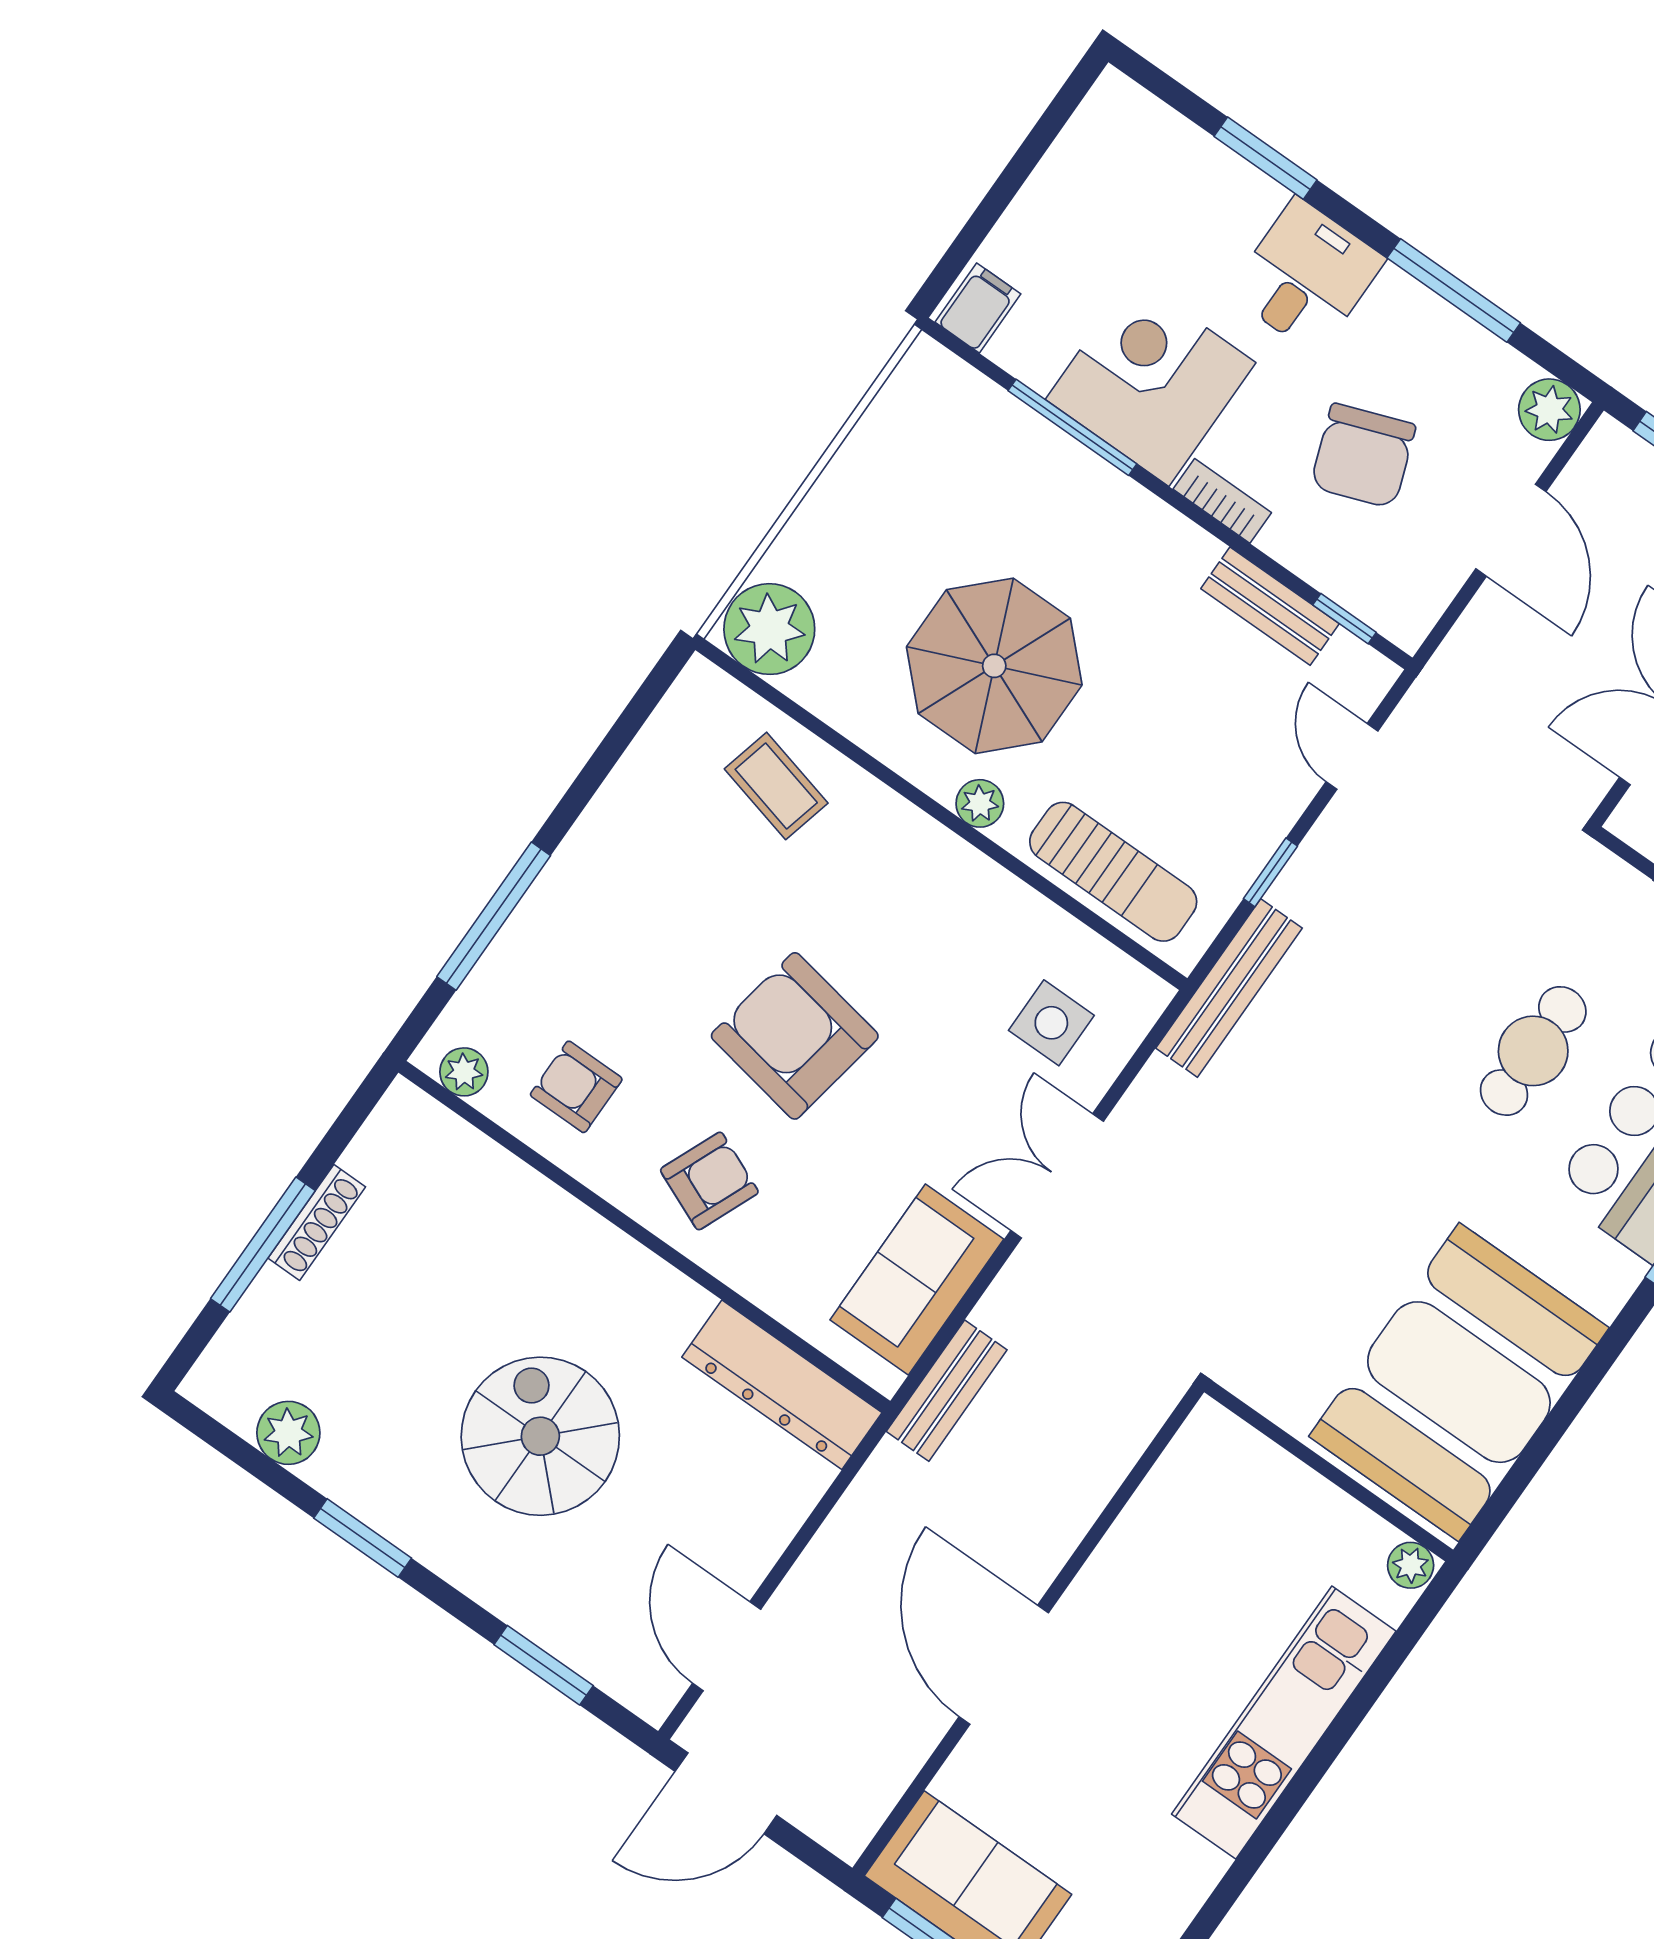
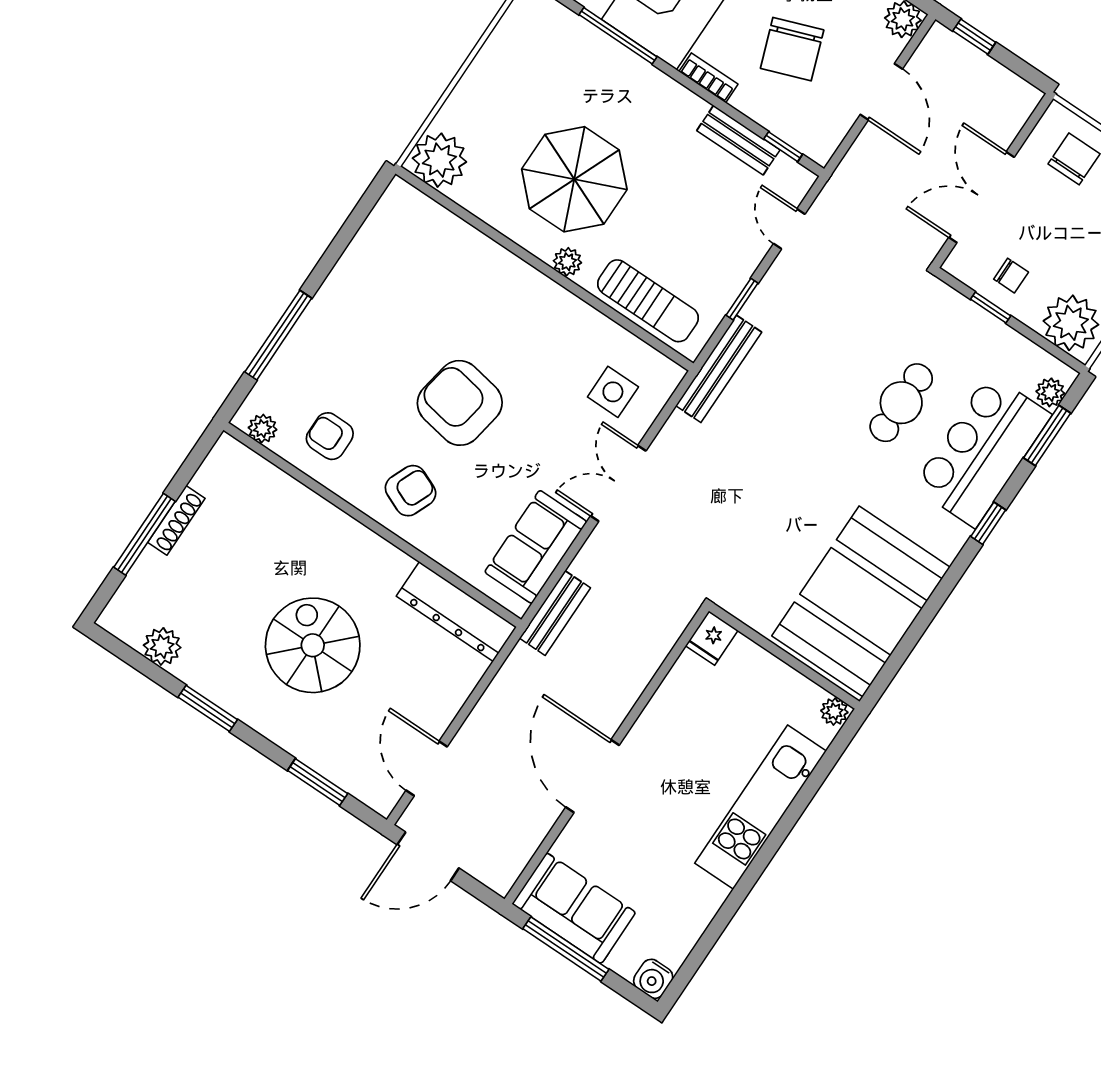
coffee table: (776, 786) -> (445, 254), removed
fridge: (1208, 1438) -> (712, 638), added

